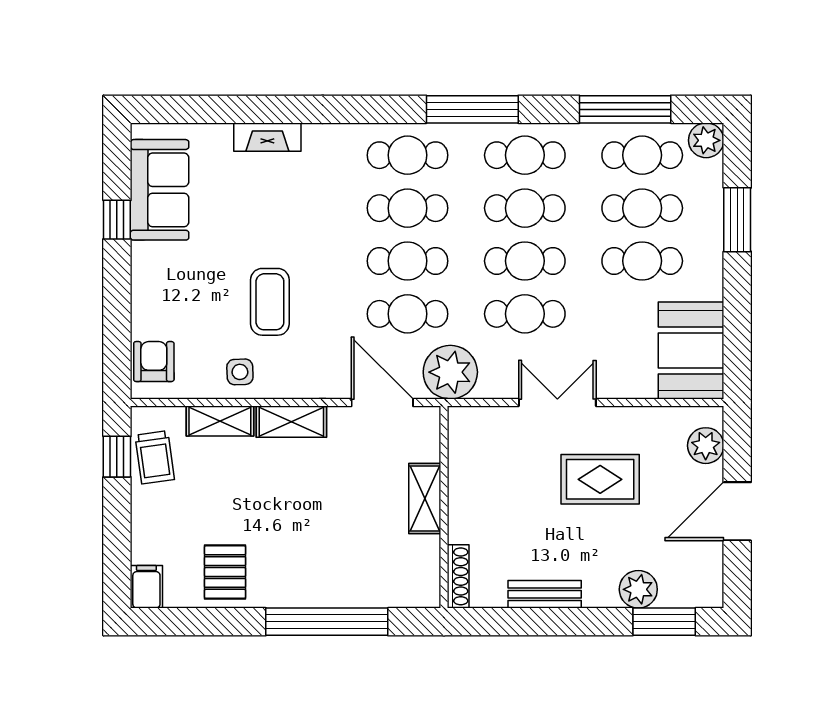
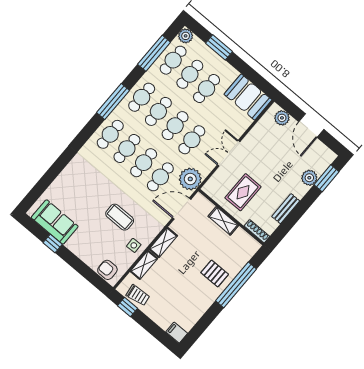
fireplace: (267, 137) -> (67, 174), removed
rug: (600, 479) -> (243, 192), moved
pallet: (225, 572) -> (215, 273), moved

